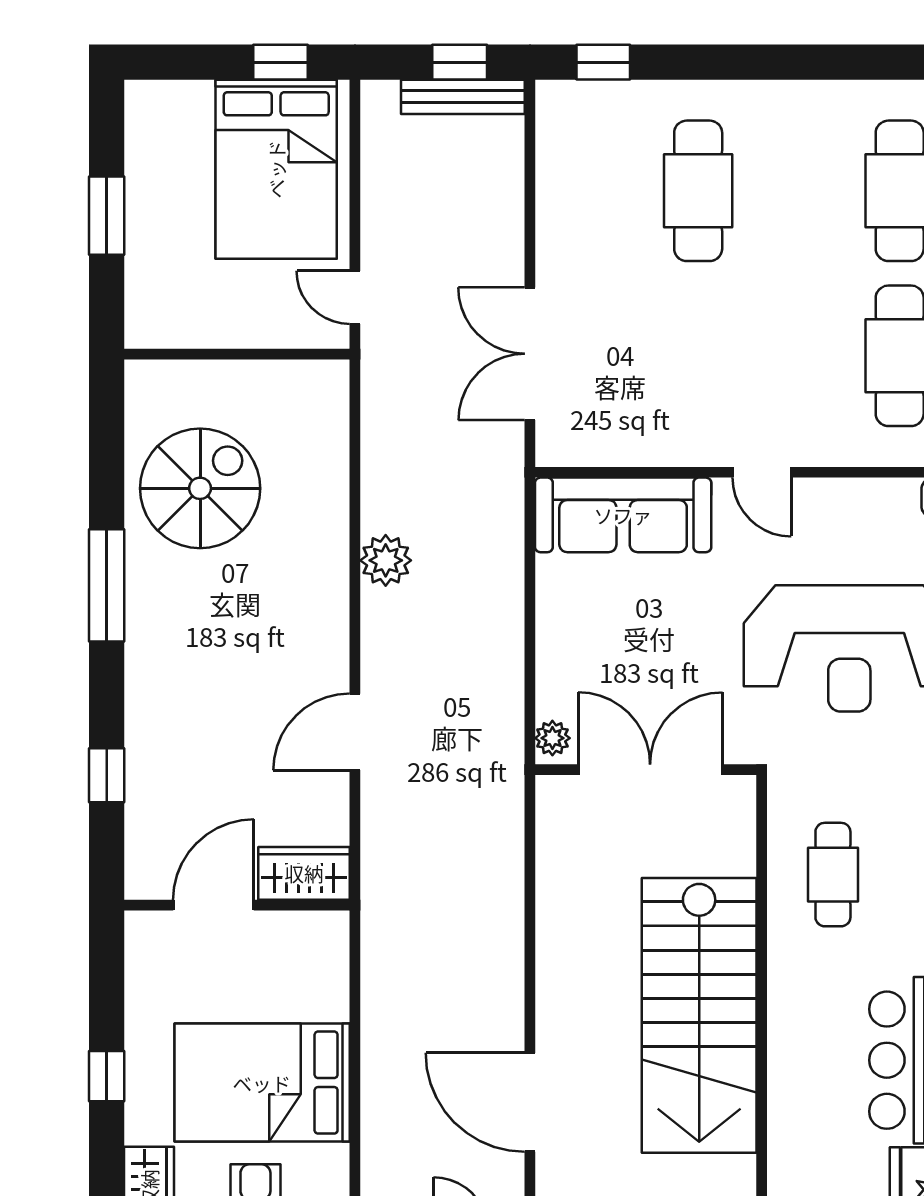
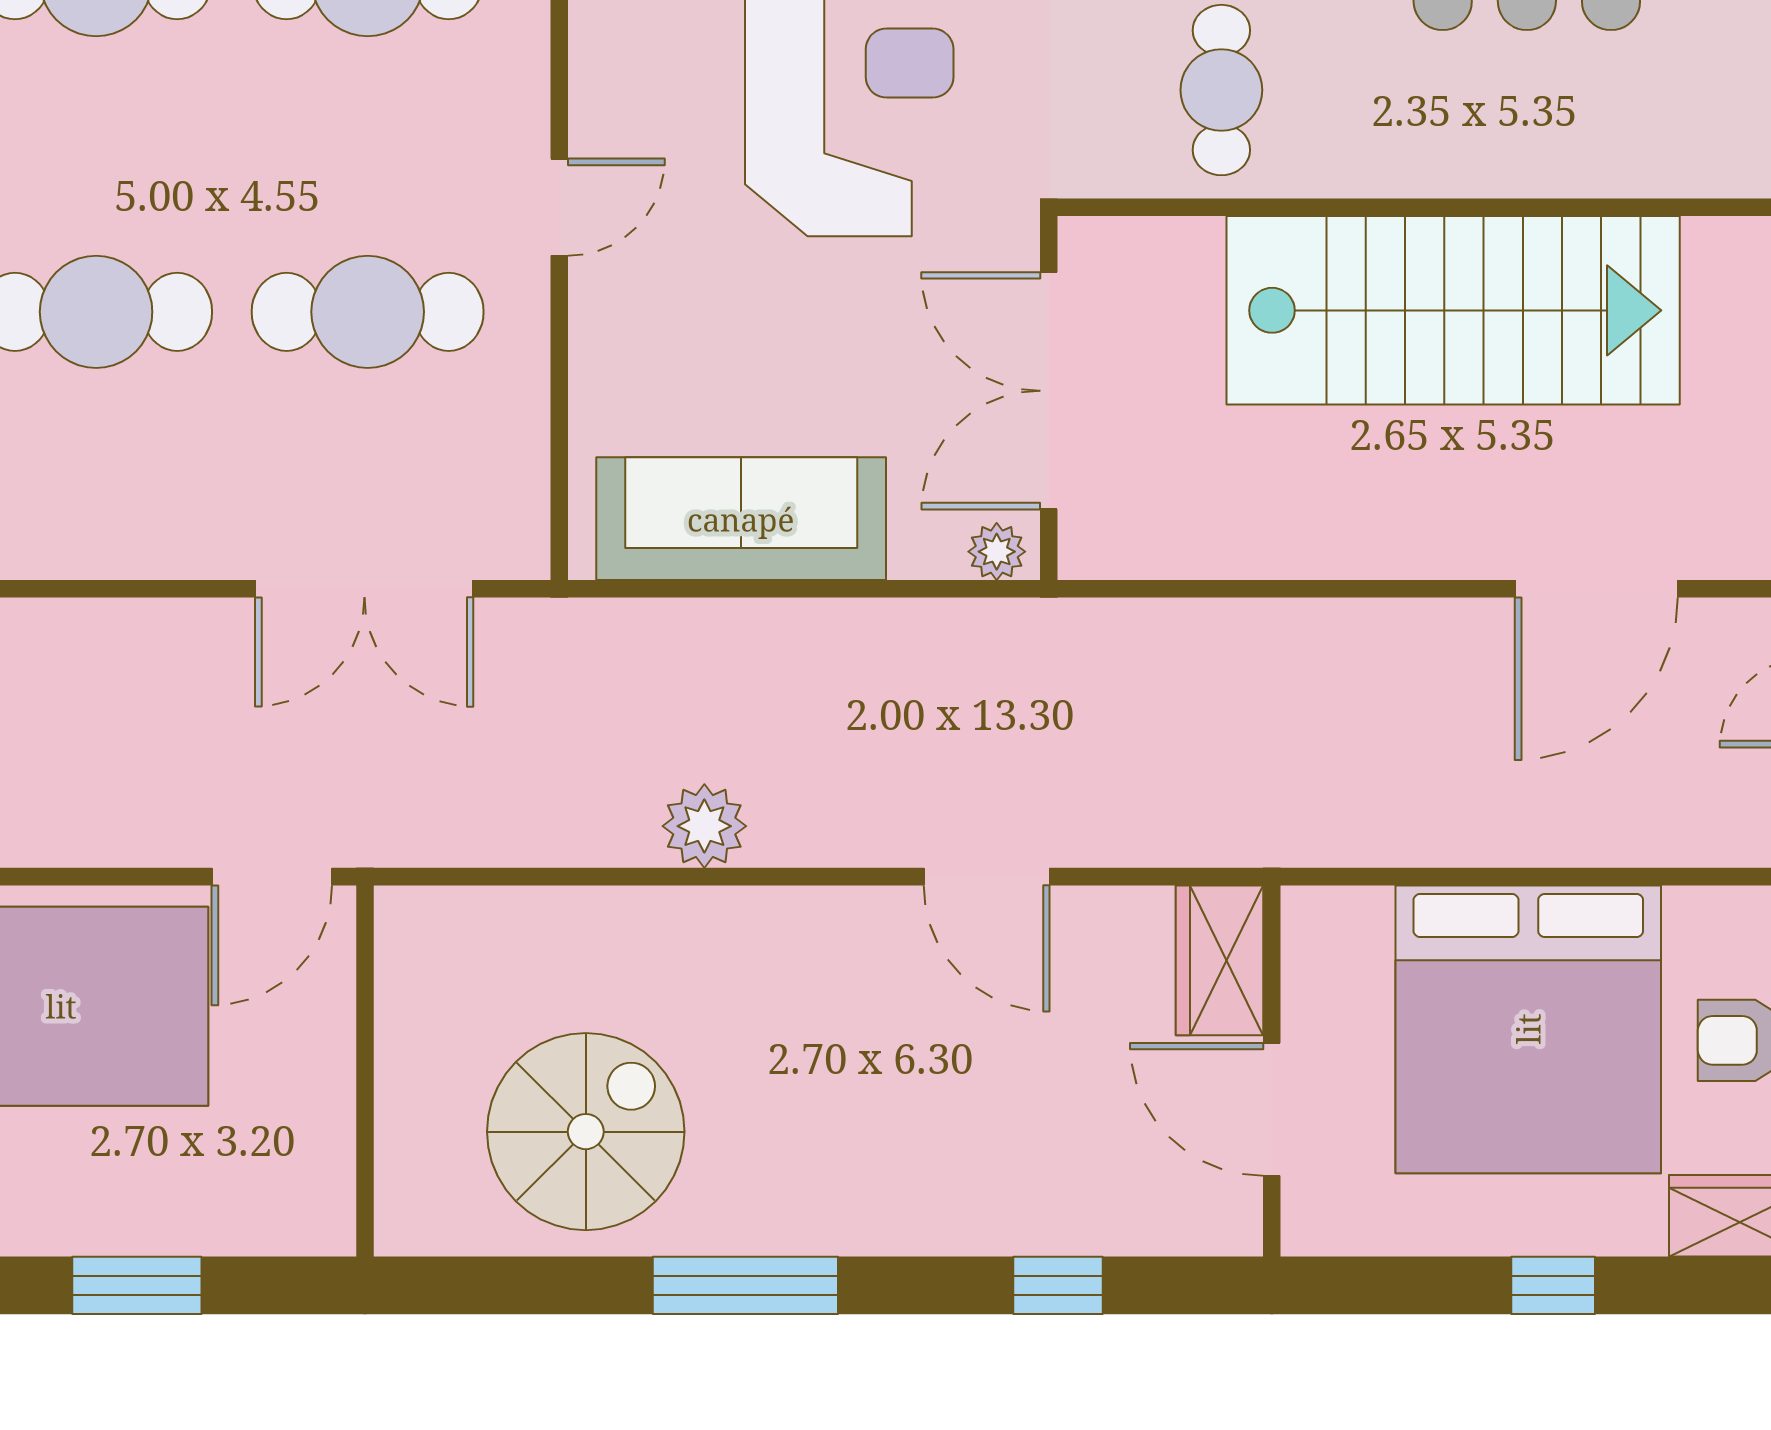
door: (355, 297) -> (272, 877), width x1.38
cafe table: (698, 356) -> (368, 312), added
spiral stairs: (200, 488) -> (586, 1132), turned 90
sofa: (623, 515) -> (741, 519), moved, turned -90
cafe table: (833, 875) -> (1221, 90), turned 90
bed: (262, 1083) -> (1528, 1029), width x1.36

